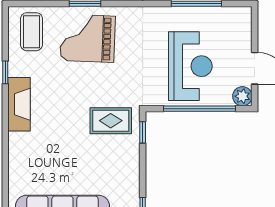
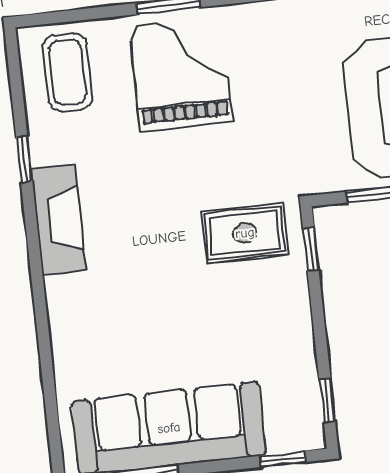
grand piano: (88, 38) -> (181, 74), turned 88

